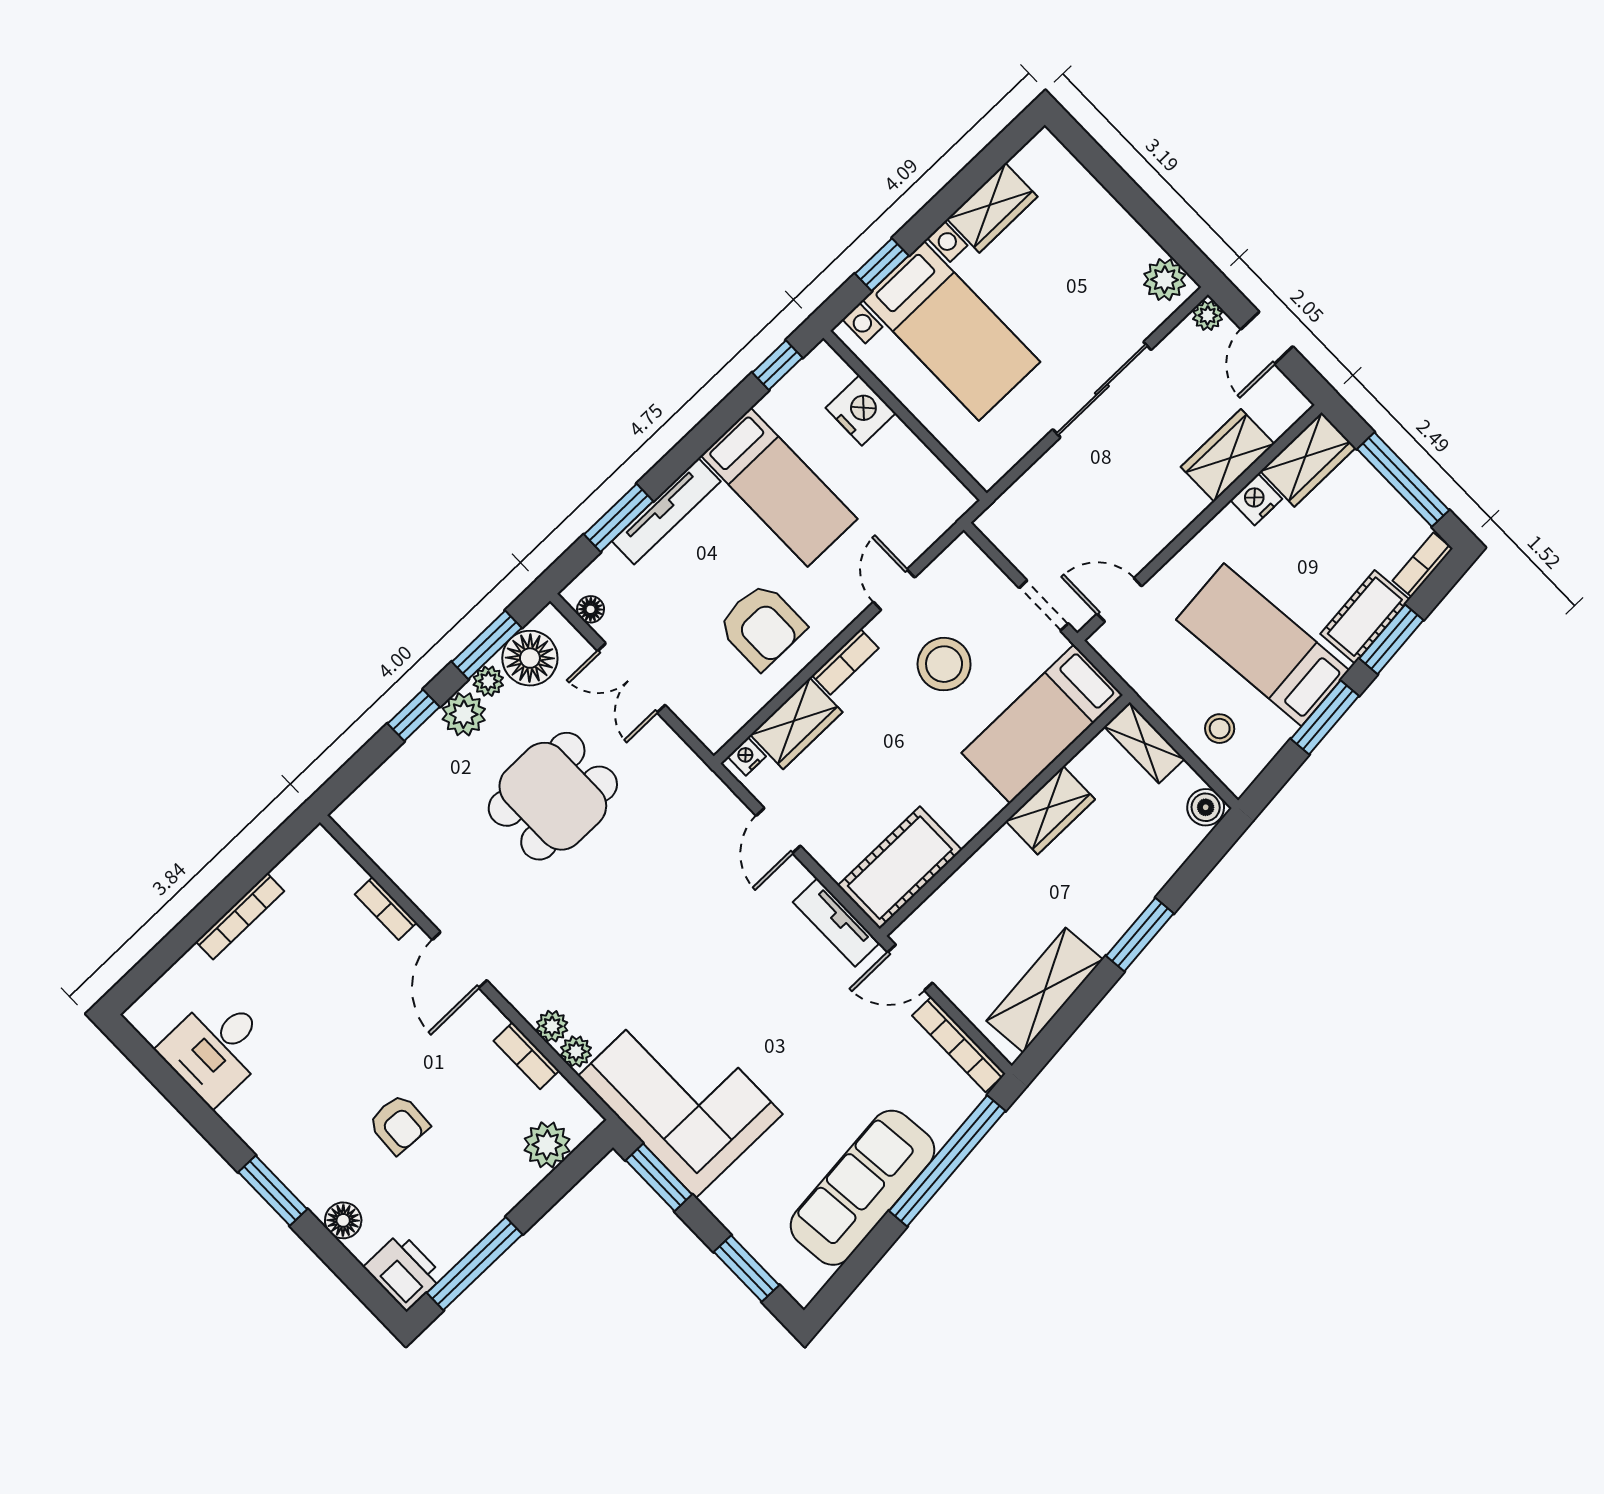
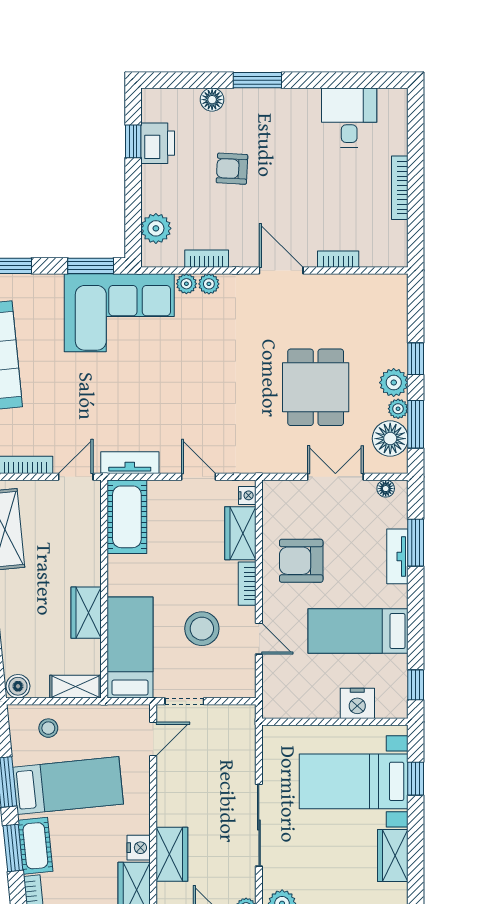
tv unit: (666, 511) -> (397, 556), width x0.71
window: (475, 1264) -> (133, 141), width x0.46
printer: (404, 1272) -> (158, 143), moved, turned -90

